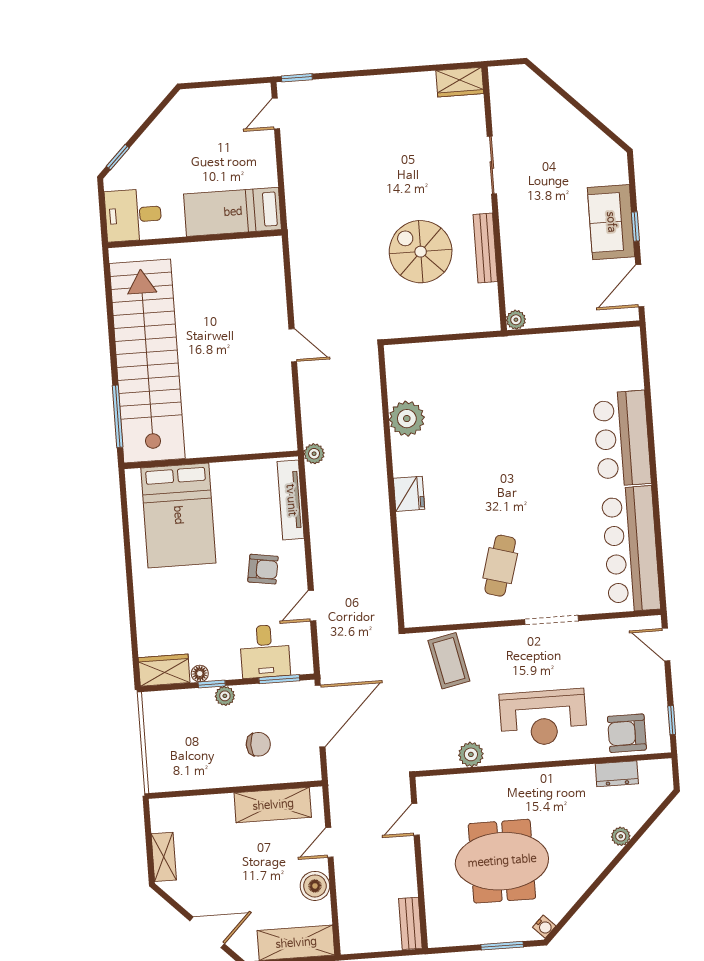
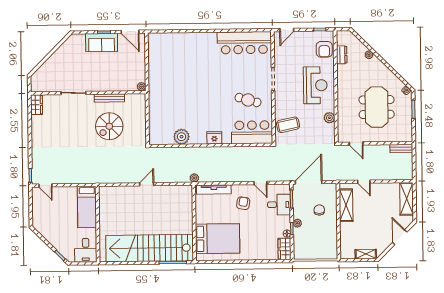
bar counter: (622, 439) -> (252, 132), moved, turned 180
door: (320, 716) -> (309, 182), hinge flipped
boiler: (315, 886) -> (382, 189), removed

